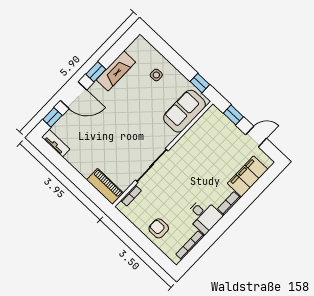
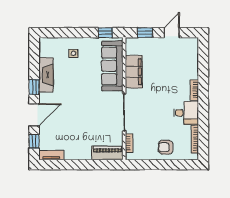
sofa: (184, 111) -> (112, 66), width x1.36
filing cabinet: (248, 176) -> (134, 72), moved, turned 180

